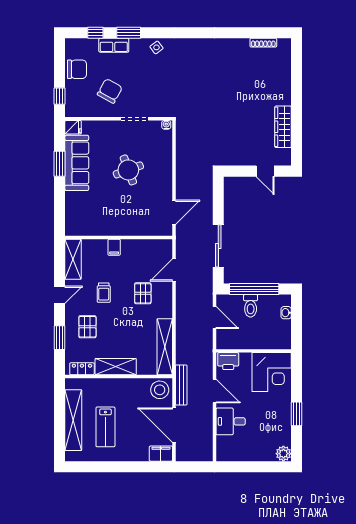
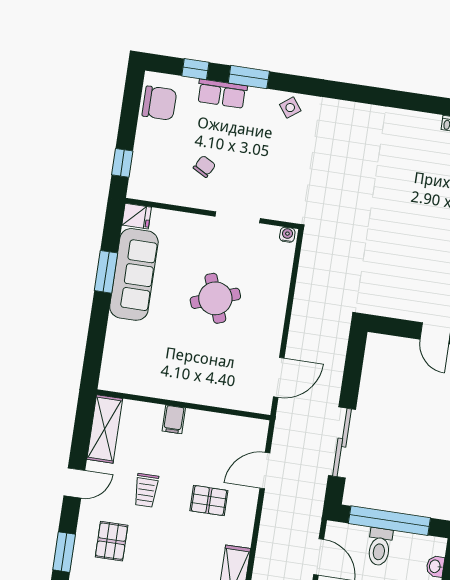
chair: (77, 69) -> (159, 103), moved
chair: (110, 91) -> (204, 166), width x0.54, depth x0.54
pallet: (143, 293) -> (209, 501), turned 90

